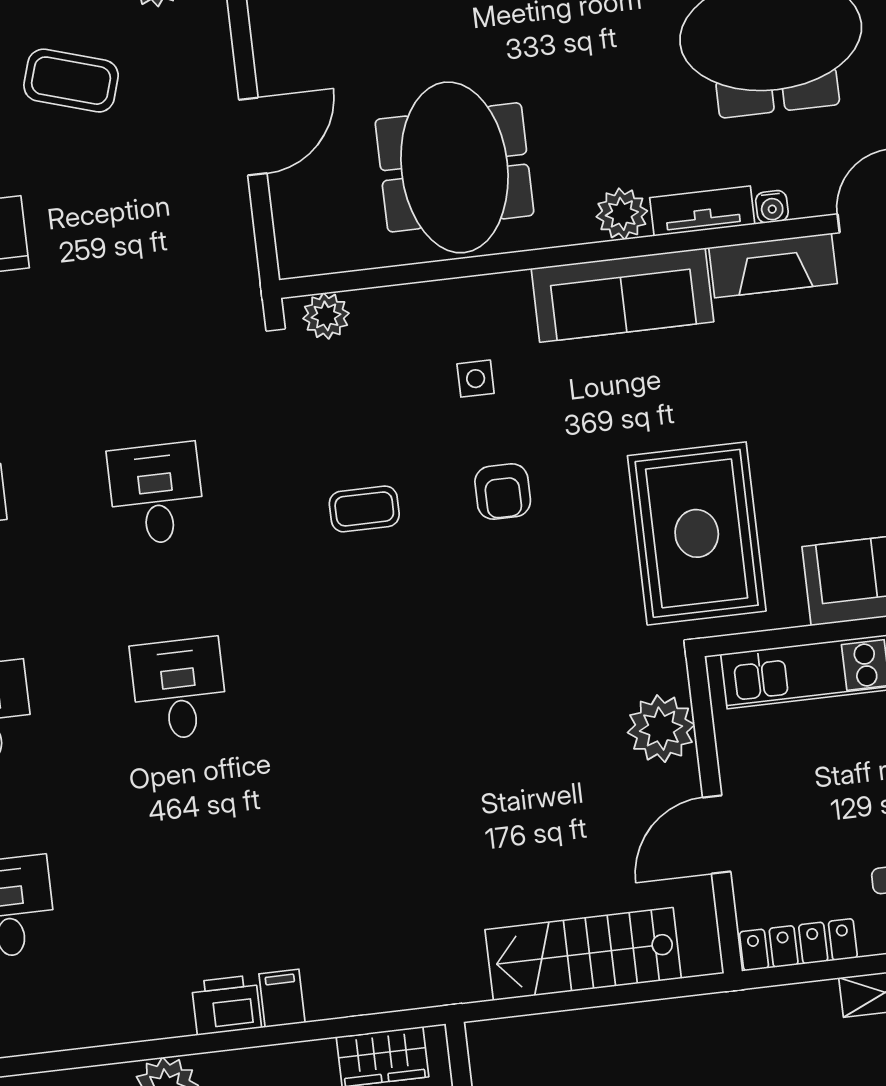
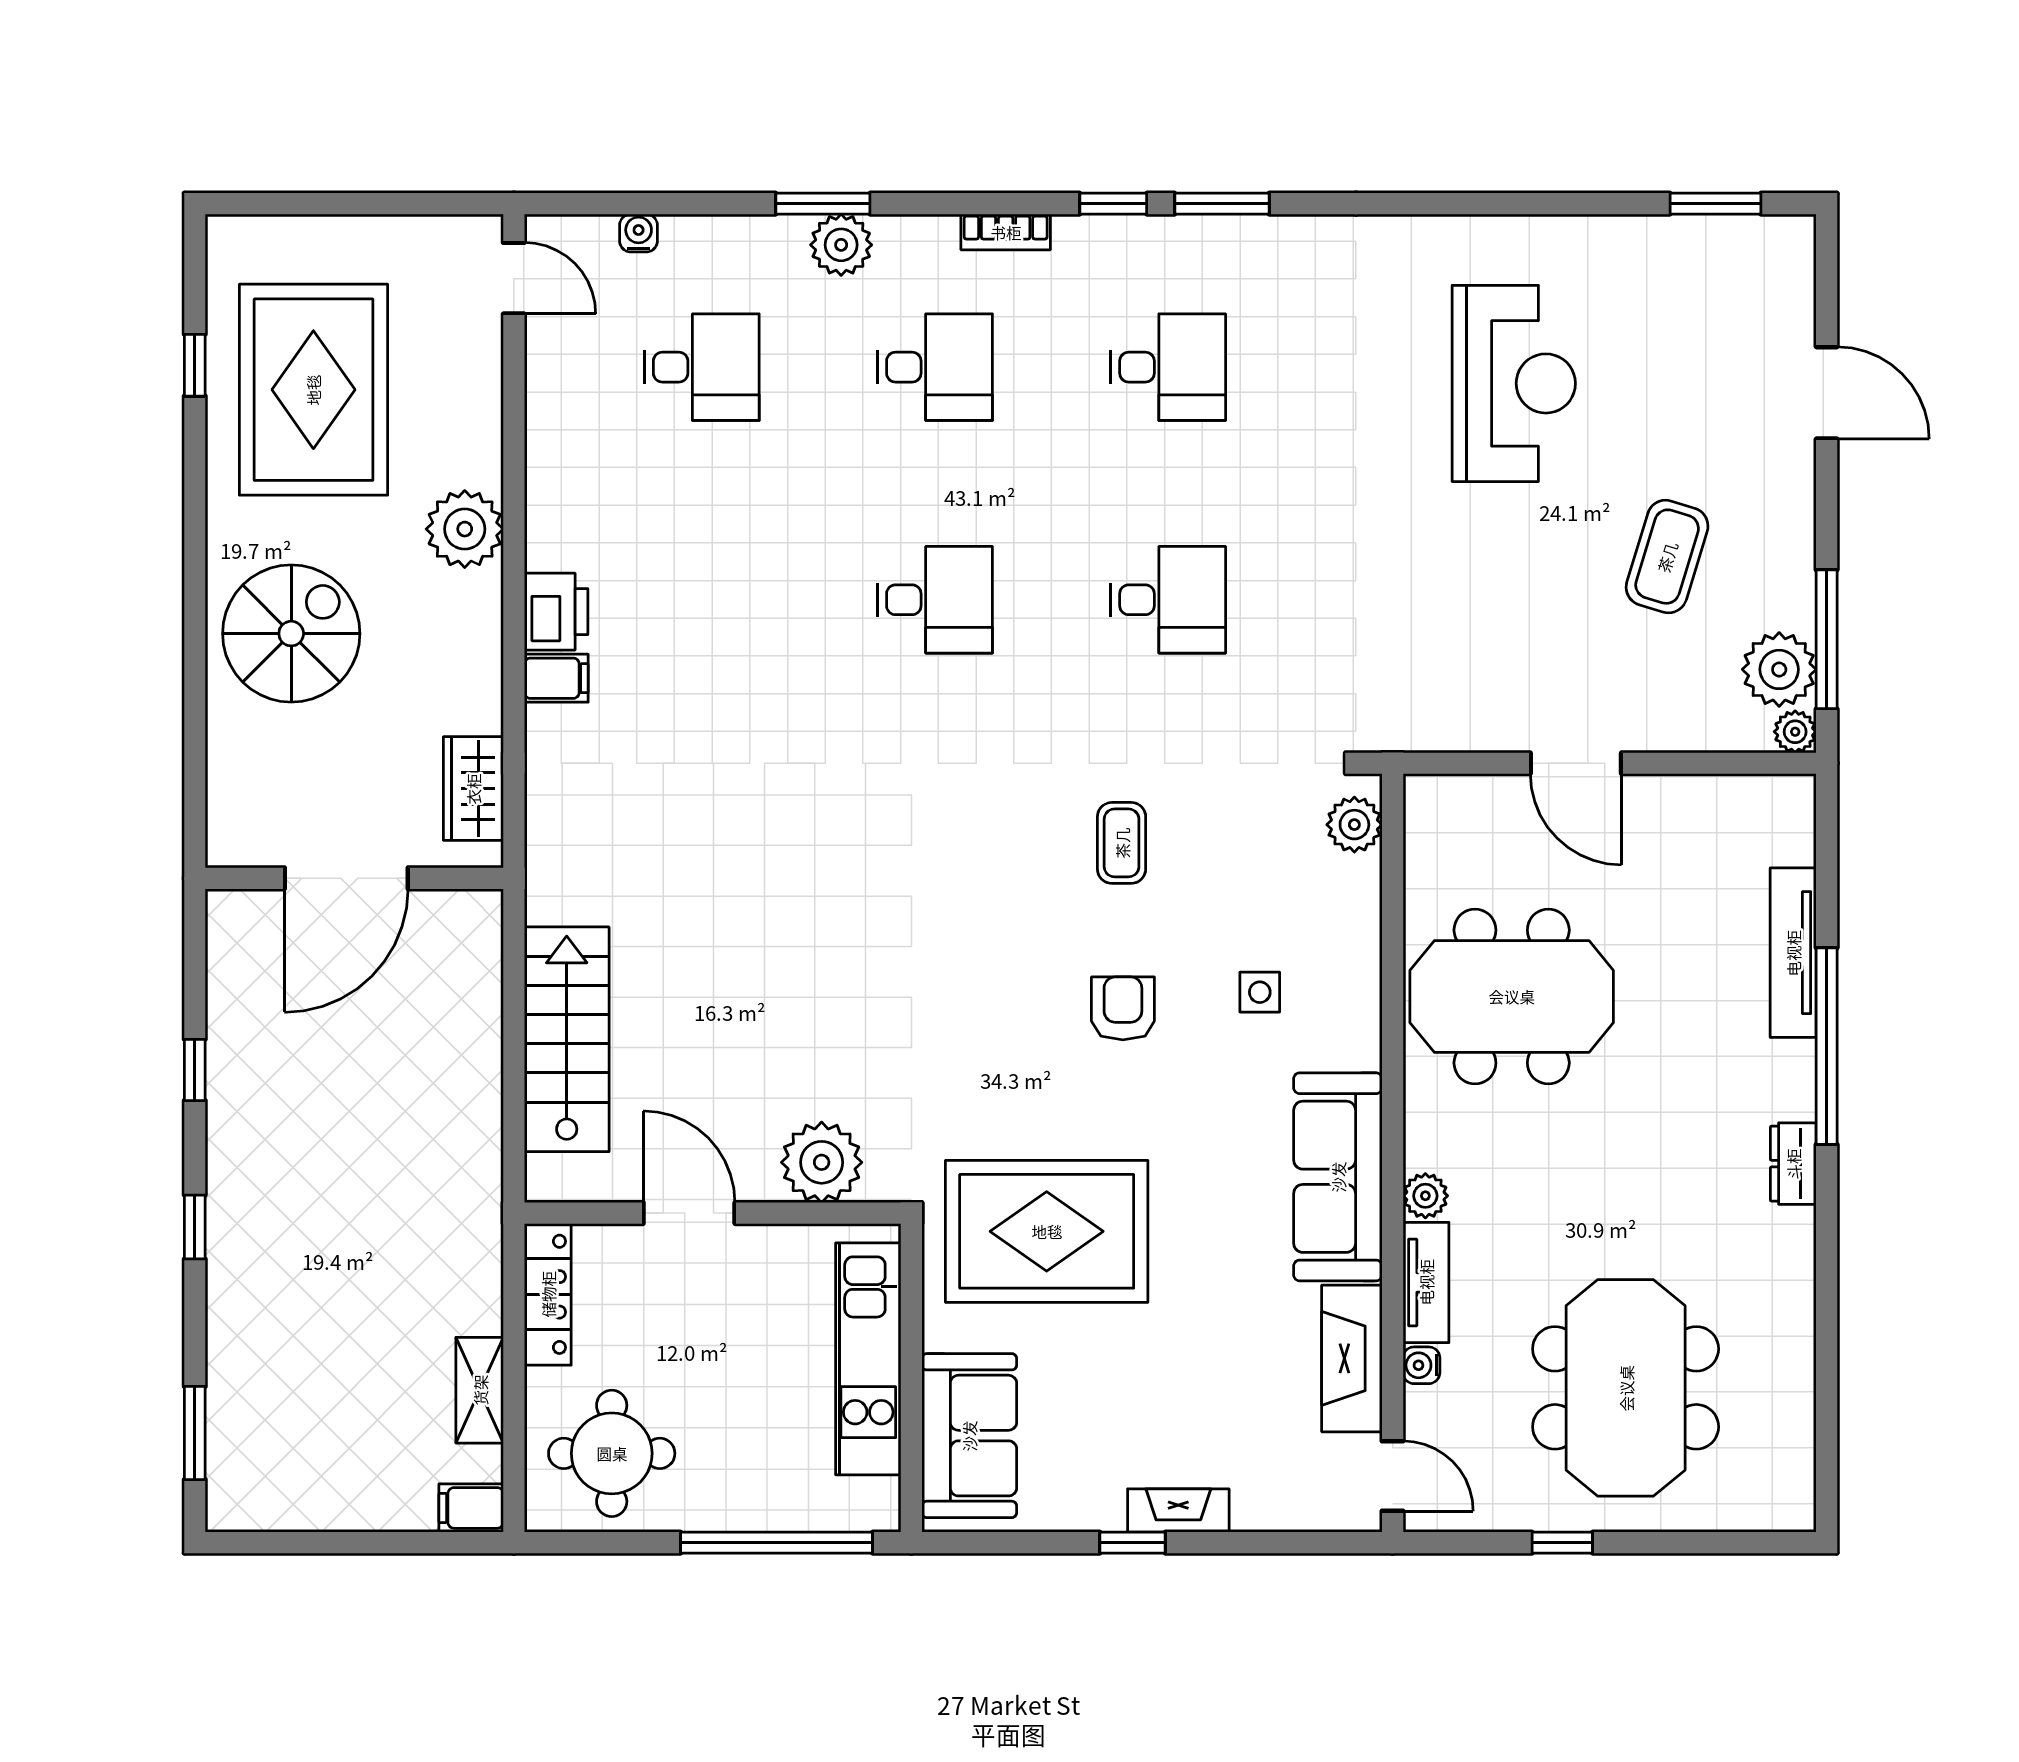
plant: (622, 214) -> (1425, 1196), width x0.73, depth x0.73
armchair: (503, 491) -> (1123, 1008), turned 90

